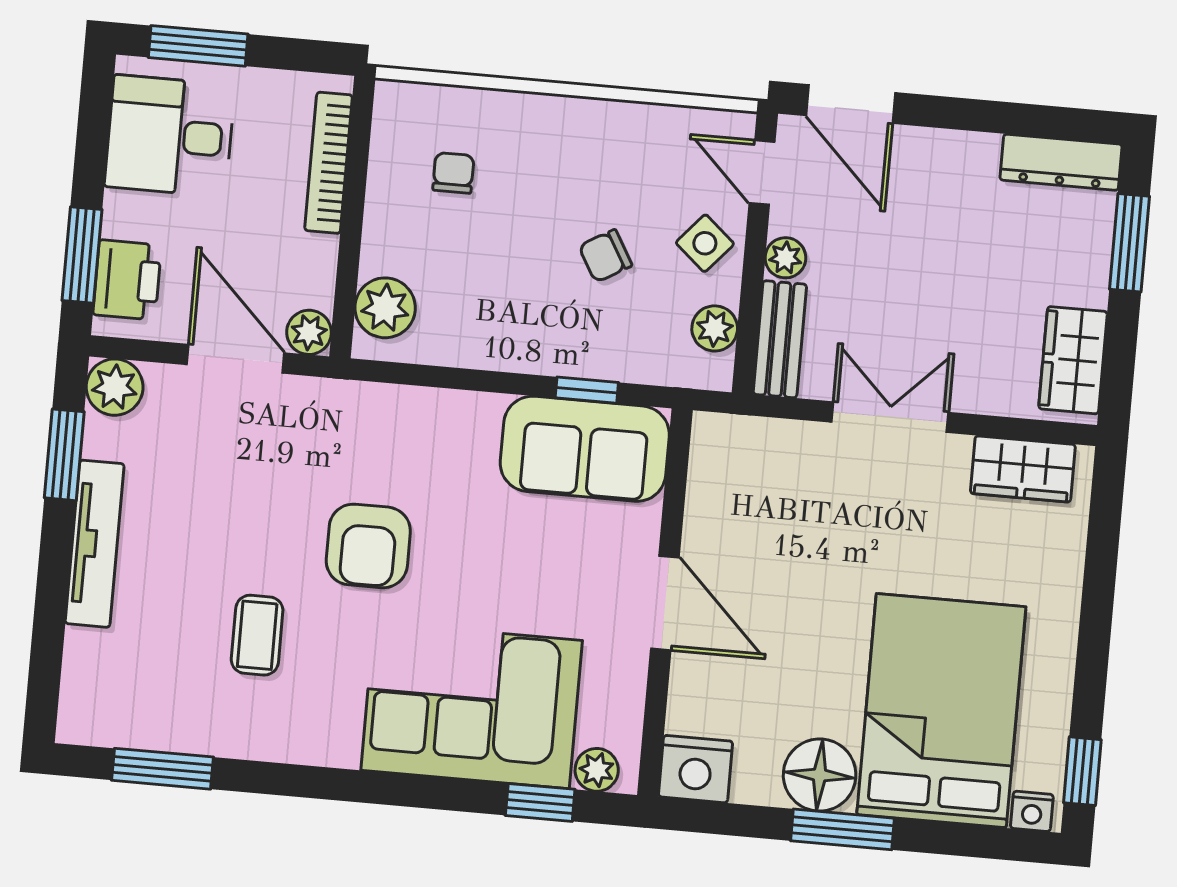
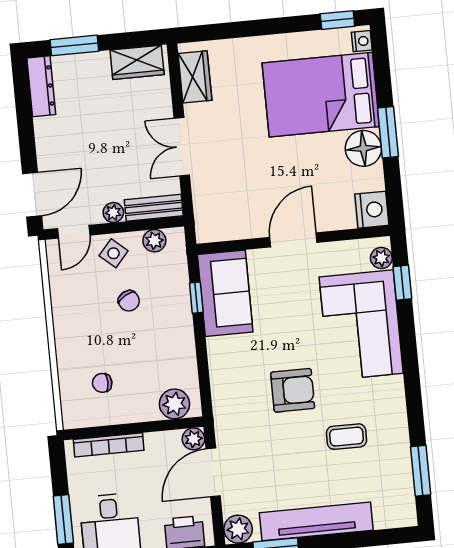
tv unit: (95, 544) -> (316, 521), width x1.36, depth x1.29

